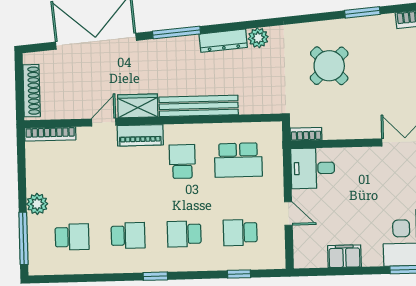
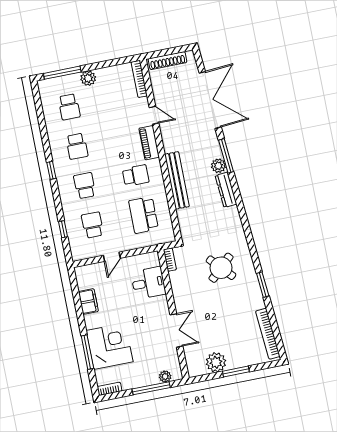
plant: (258, 38) -> (218, 166), moved
wardrobe: (138, 106) -> (170, 137), removed
desk: (313, 168) -> (148, 283), moved, turned 90

